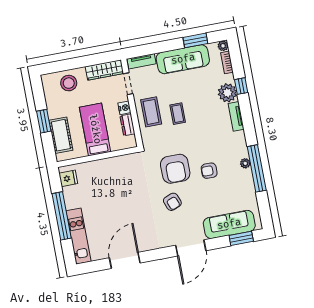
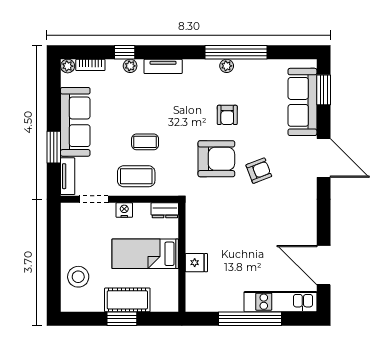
window: (195, 40) -> (54, 147), moved
wardrobe: (104, 70) -> (70, 227), removed
plant: (227, 93) -> (130, 66), width x0.53, depth x0.53
dresser: (127, 125) -> (165, 210), moved
cot: (61, 135) -> (127, 300), moved
fridge: (68, 178) -> (196, 263), moved, turned 90
door: (125, 260) -> (324, 265), moved

